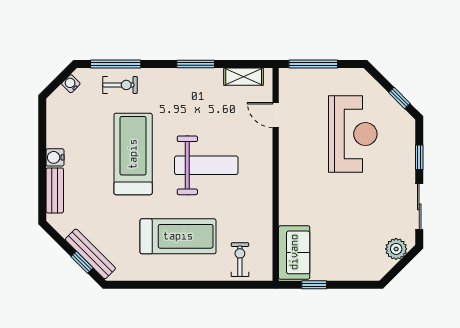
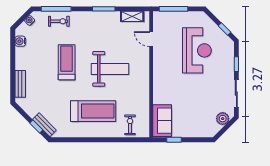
treadmill: (133, 154) -> (67, 62), width x0.73, depth x0.73
water cooler: (55, 157) -> (20, 41), moved
bench: (90, 254) -> (44, 125), width x0.73

